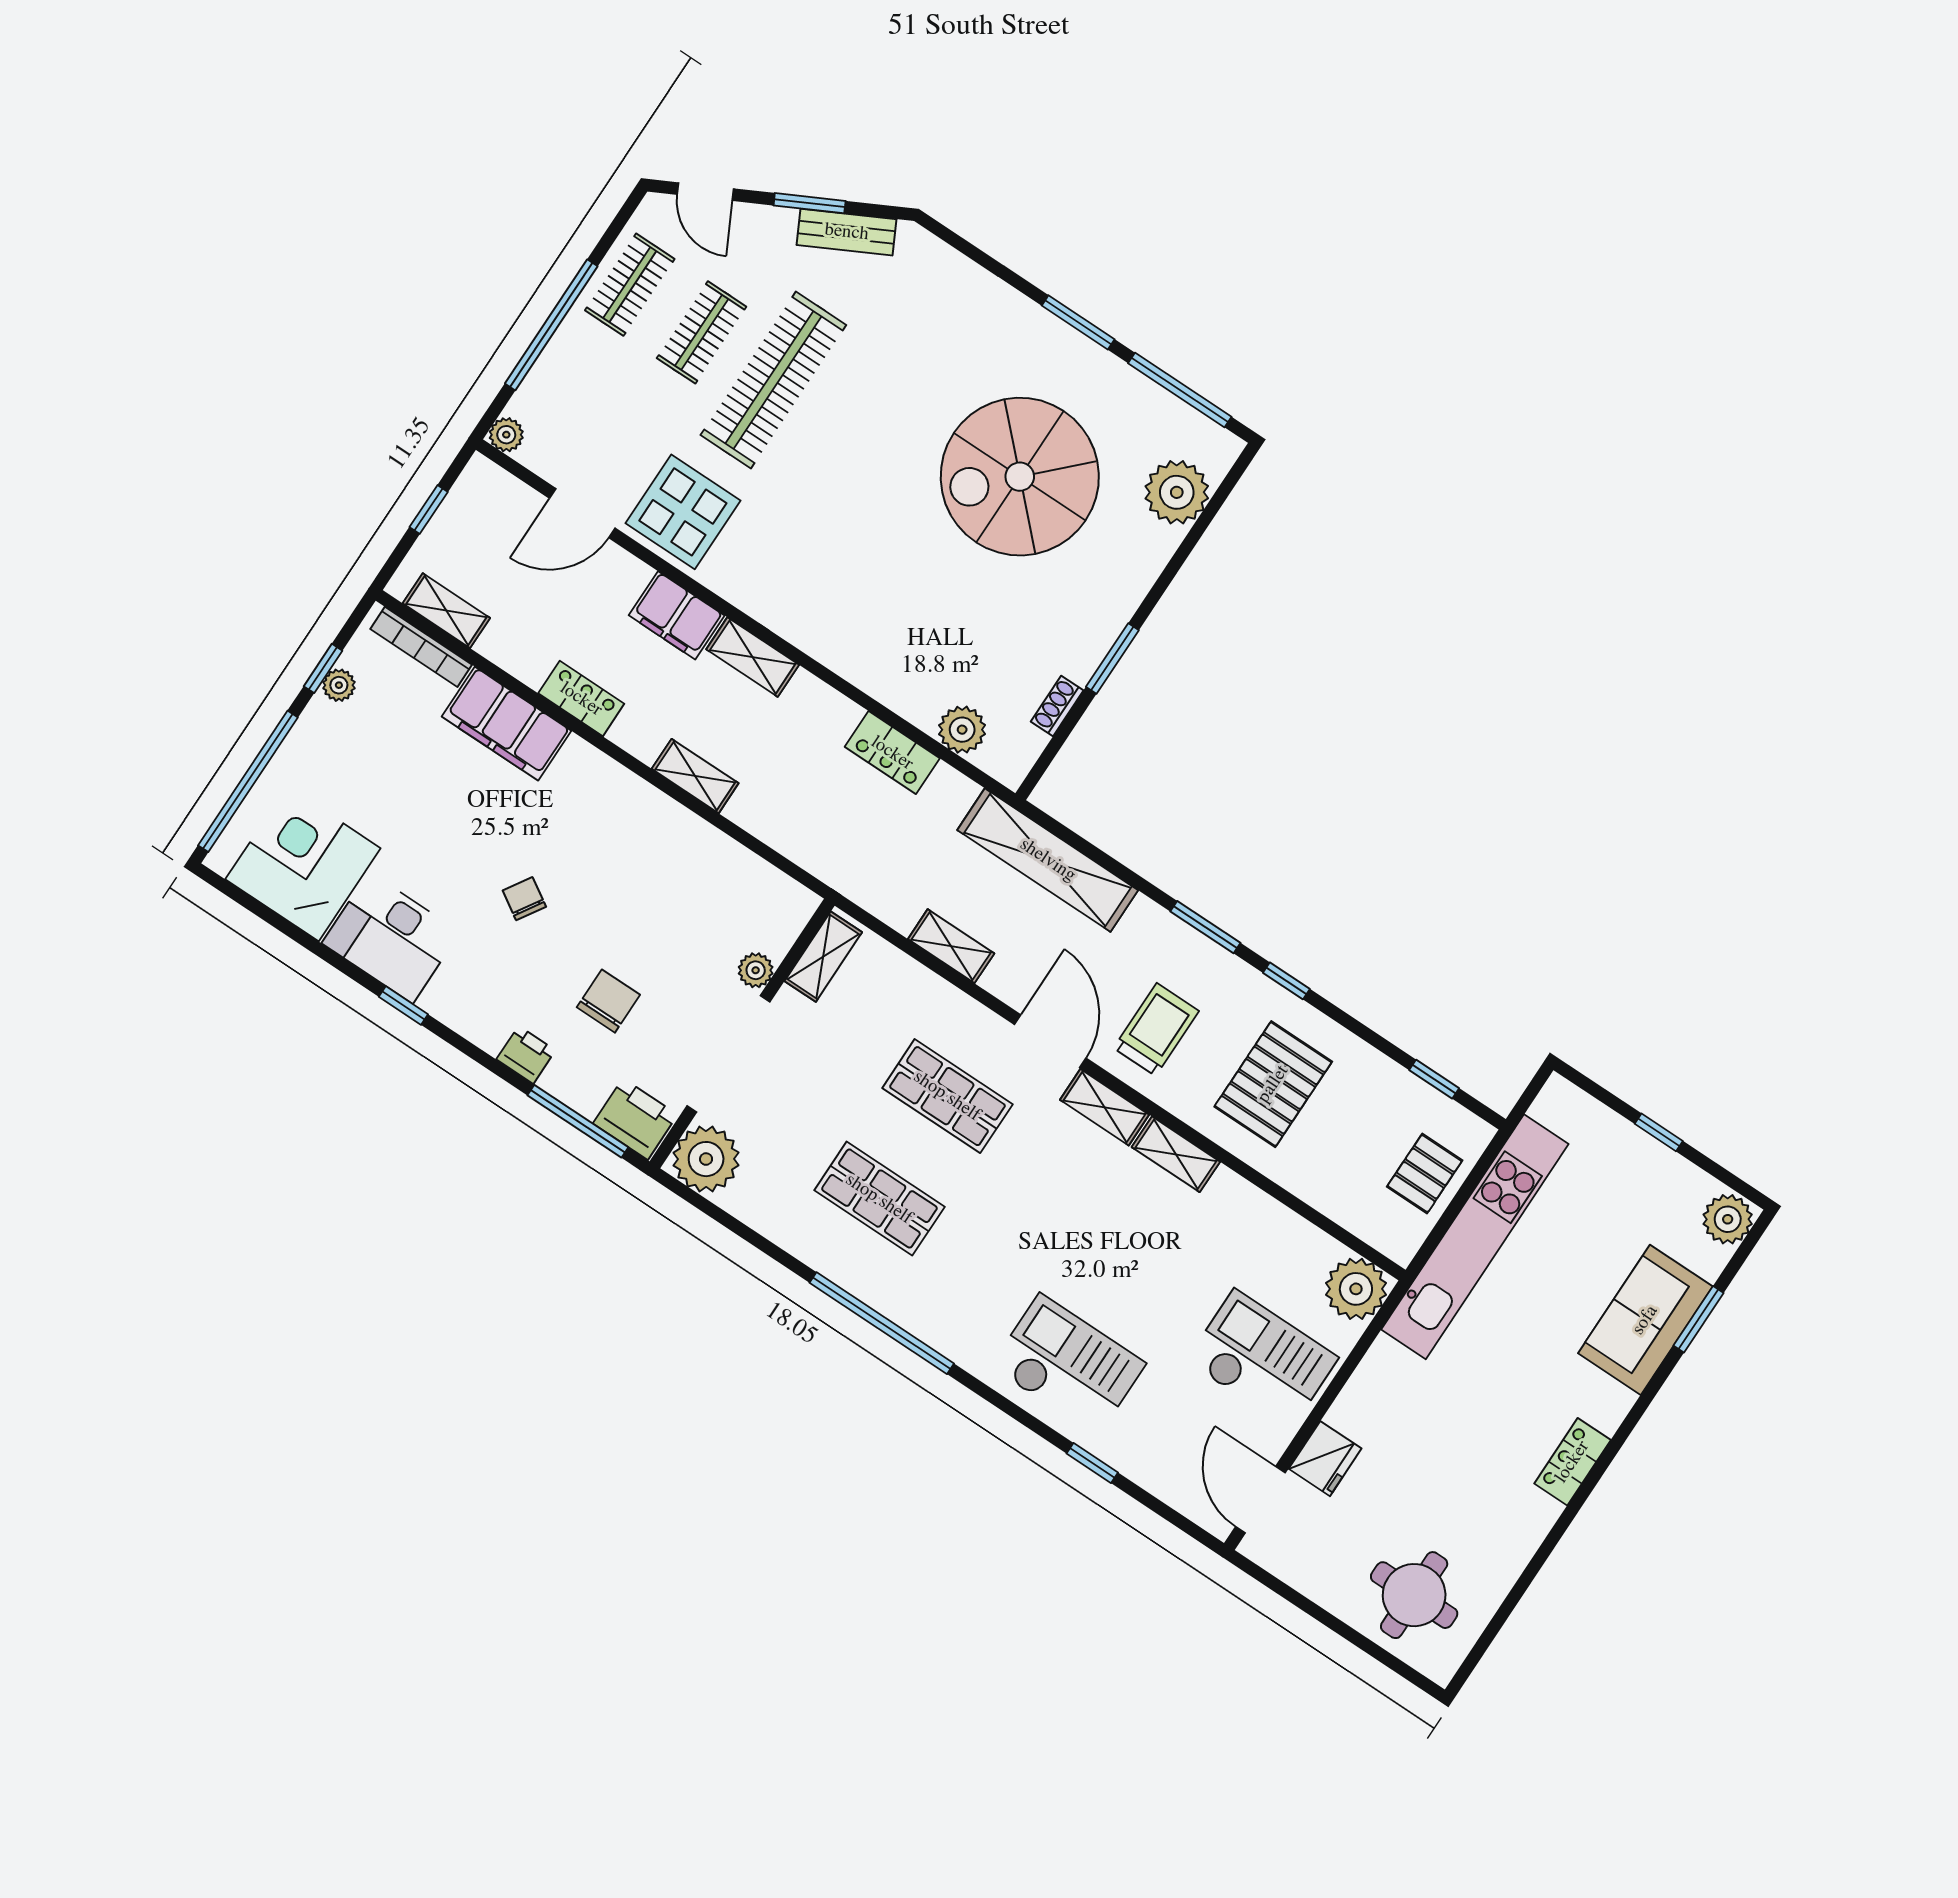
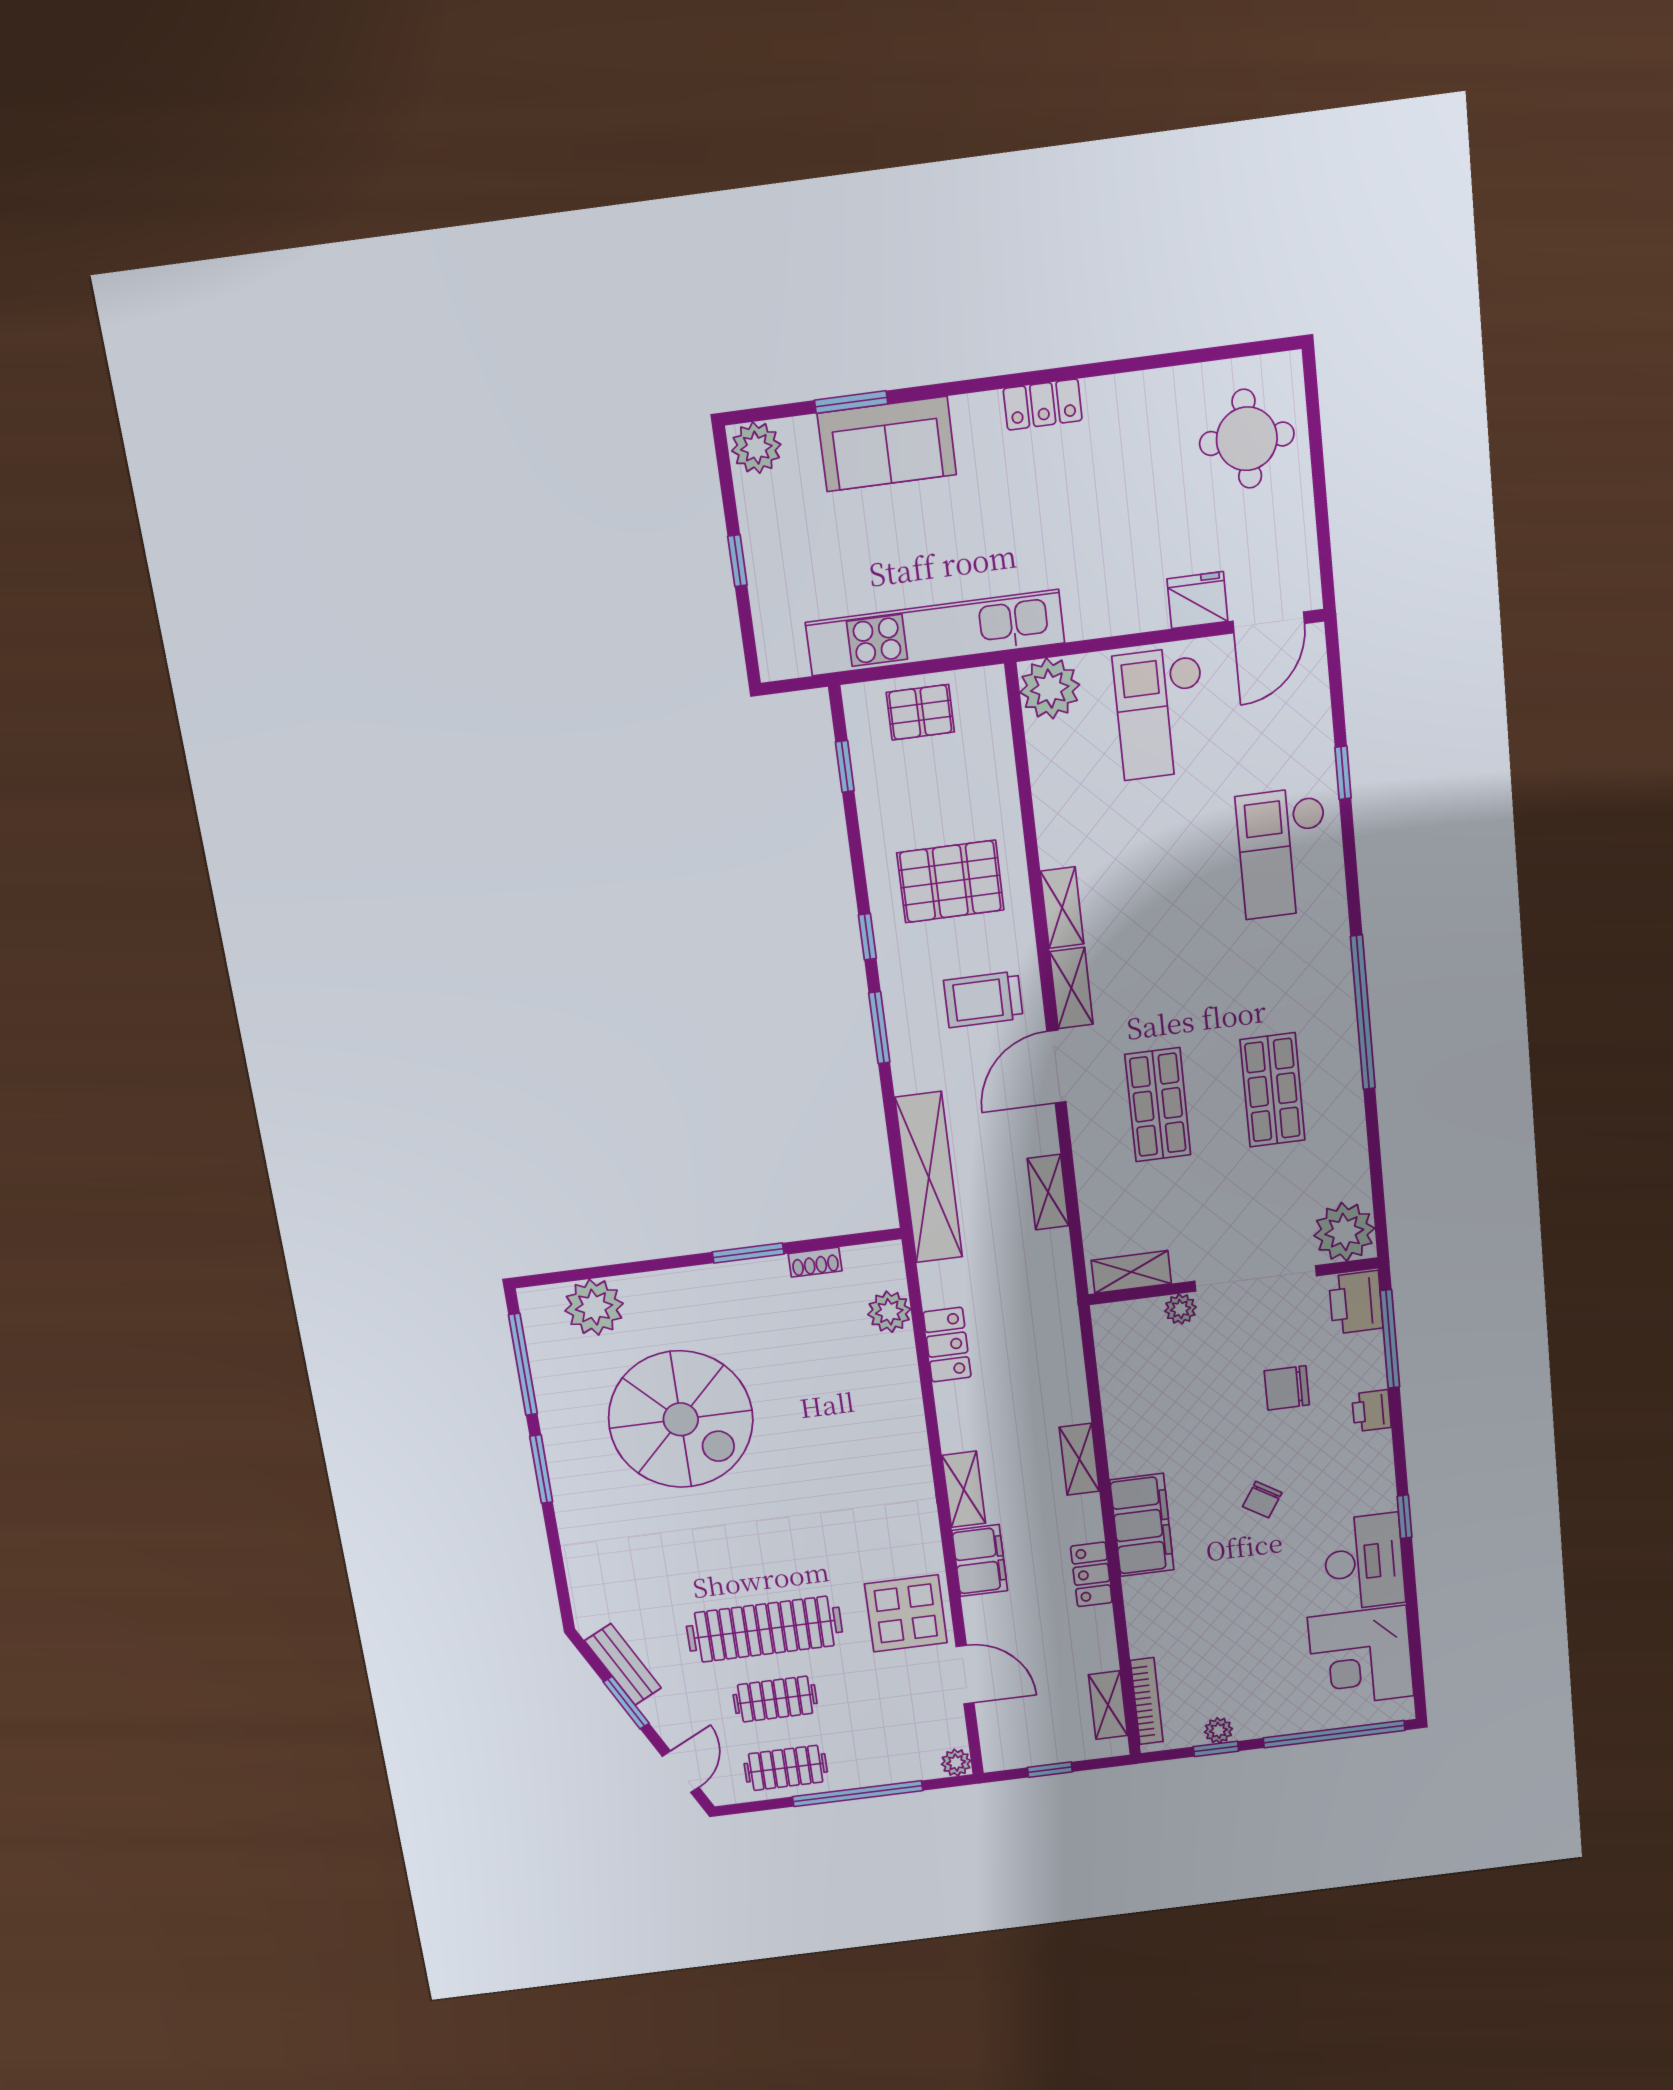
filing cabinet: (507, 724) -> (1142, 1525), moved

